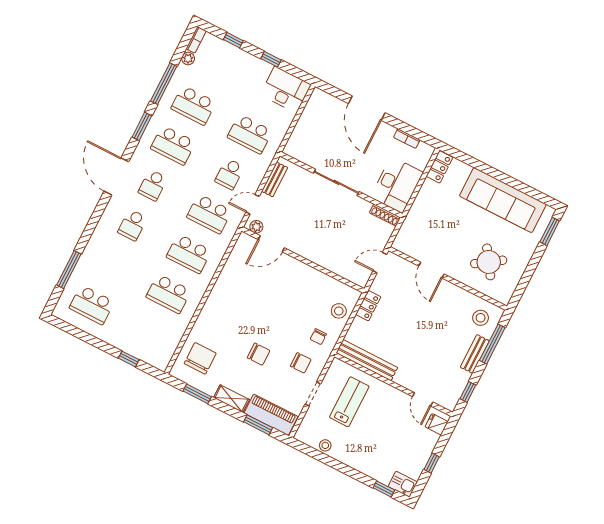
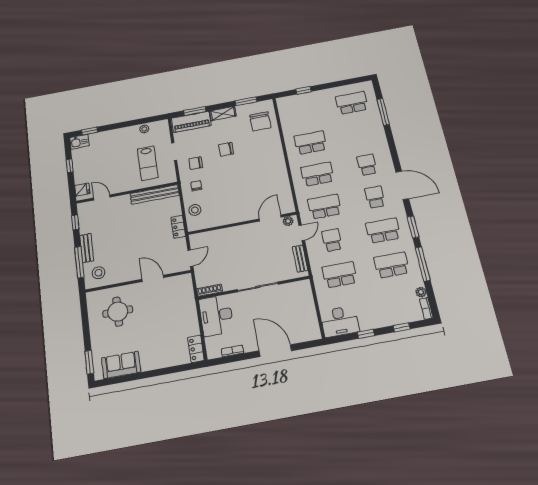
sofa: (503, 200) -> (121, 365), width x0.54, depth x0.79
round table: (489, 262) -> (118, 312), turned 34

